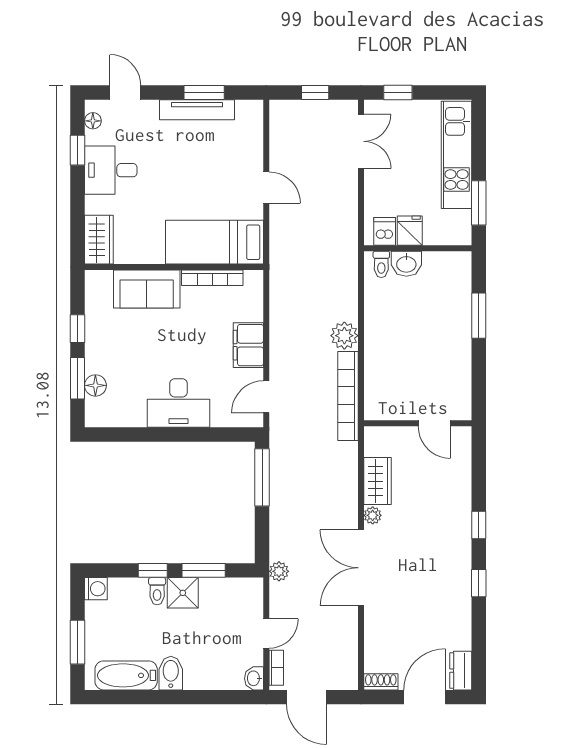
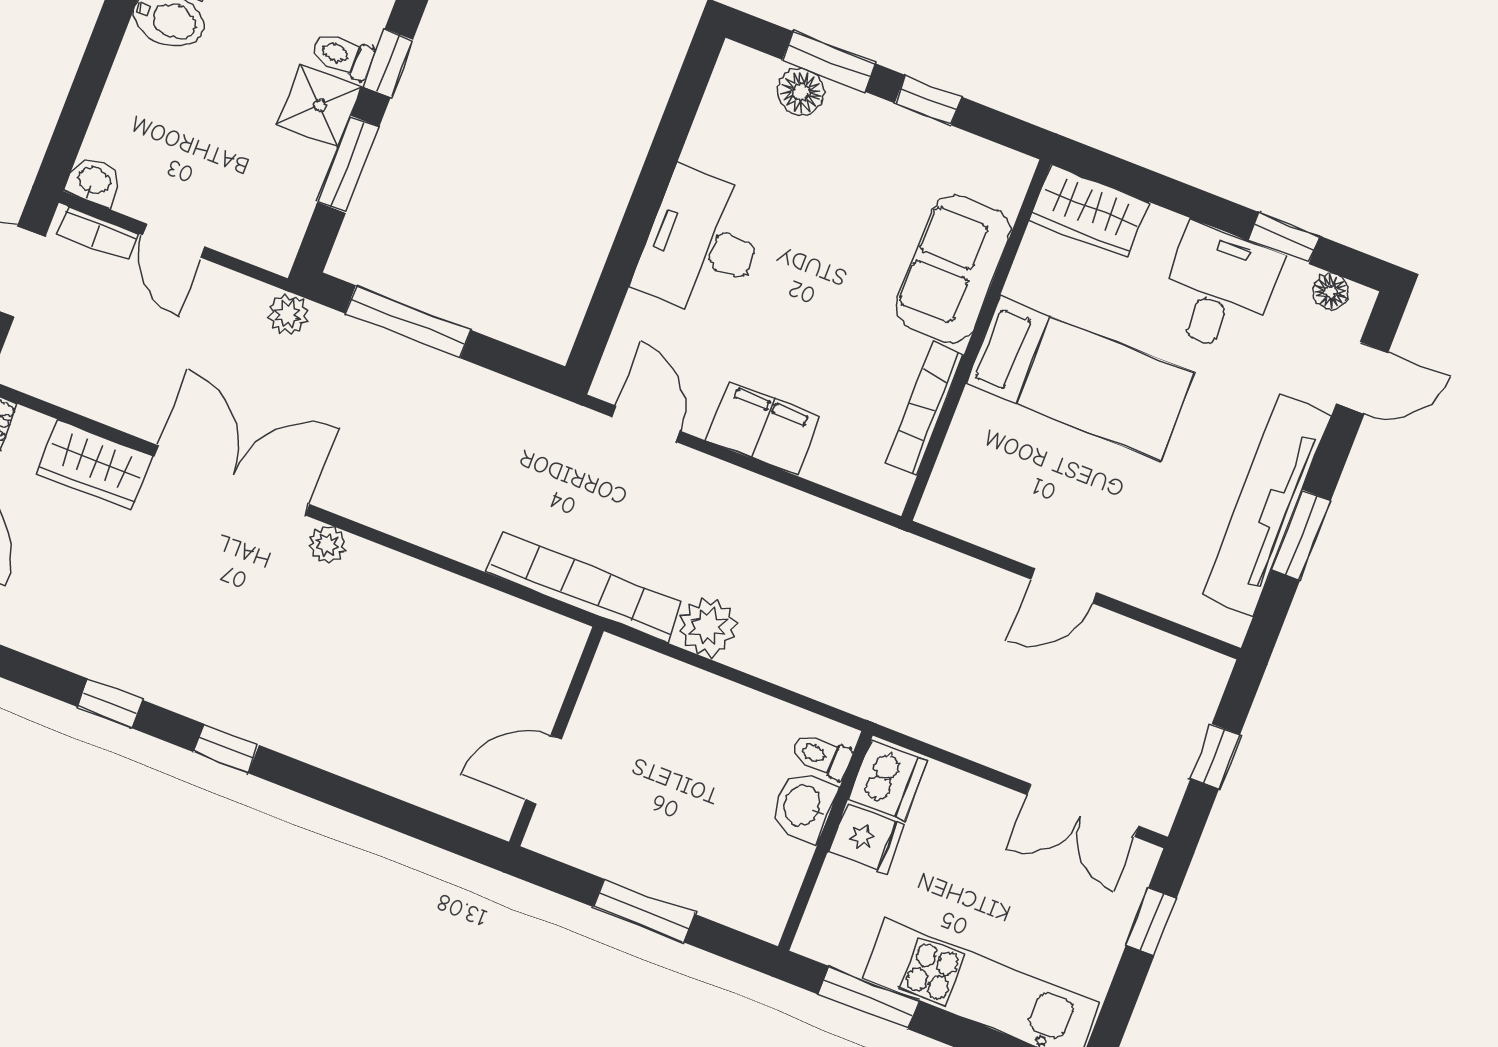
tv unit: (197, 110) -> (1267, 505), width x1.36, depth x1.29
dishwasher: (385, 231) -> (888, 780), width x1.38
bed: (215, 242) -> (1080, 379), moved, turned 90
wall: (418, 423) -> (556, 737), moved
door: (434, 423) -> (544, 770), moved
window: (262, 477) -> (408, 322), moved
wardrobe: (377, 481) -> (94, 465), moved

